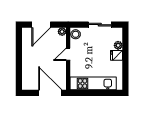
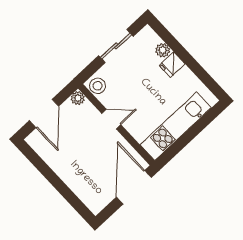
door: (68, 54) -> (111, 119), swing flipped
door: (50, 93) -> (134, 187), hinge flipped

